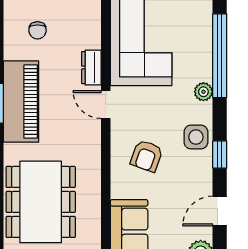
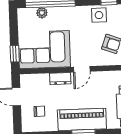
plant: (203, 92) -> (42, 13), moved

